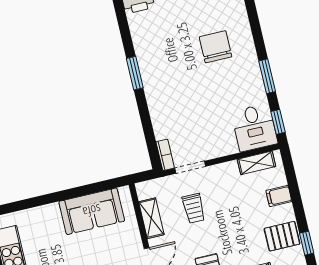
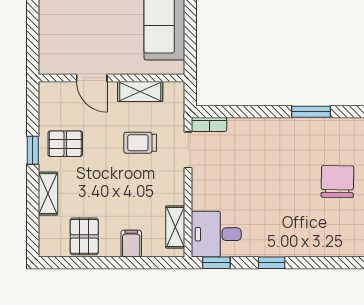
chair: (216, 47) -> (337, 182), moved, turned -89
window: (267, 76) -> (272, 263), width x0.67
window: (307, 243) -> (70, 263), removed

